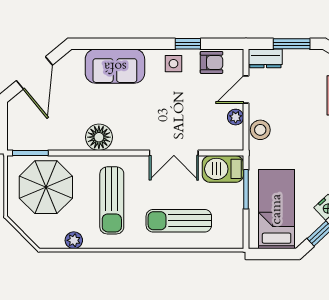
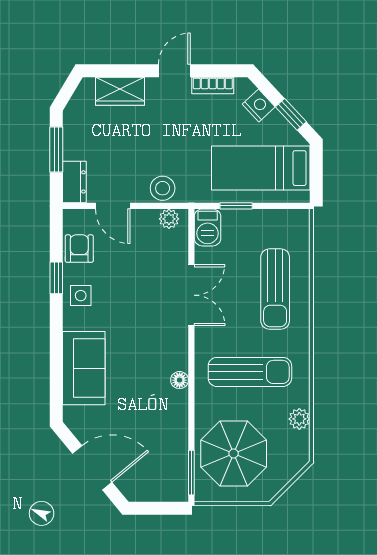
plant: (236, 117) -> (169, 219), moved
floor lamp: (99, 137) -> (180, 380), width x0.53, depth x0.53
barbecue: (223, 169) -> (208, 227), width x0.73, depth x0.79
window: (246, 189) -> (236, 206), width x0.67

